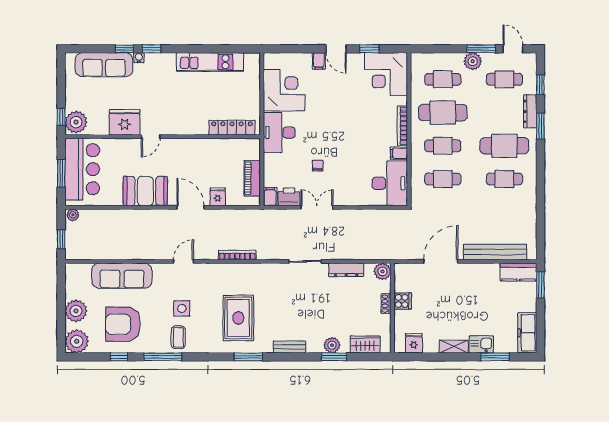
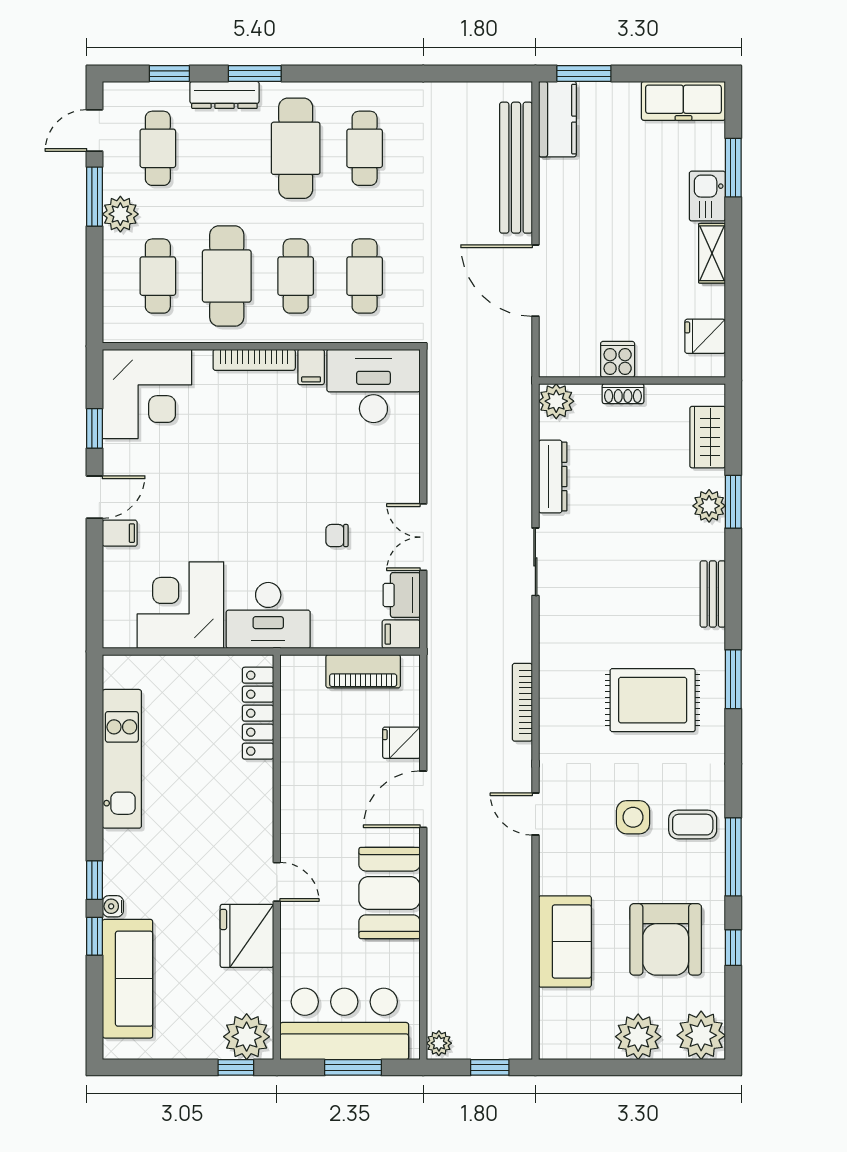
sofa: (122, 276) -> (565, 941), width x0.73

